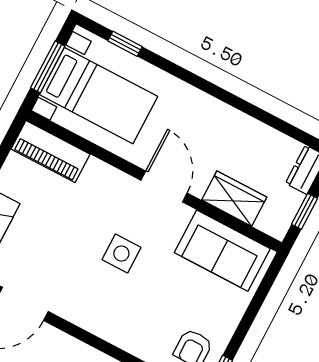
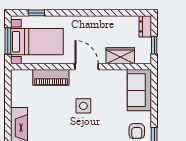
piano: (50, 152) -> (51, 77), moved
sofa: (222, 251) -> (139, 90), moved, turned 90

